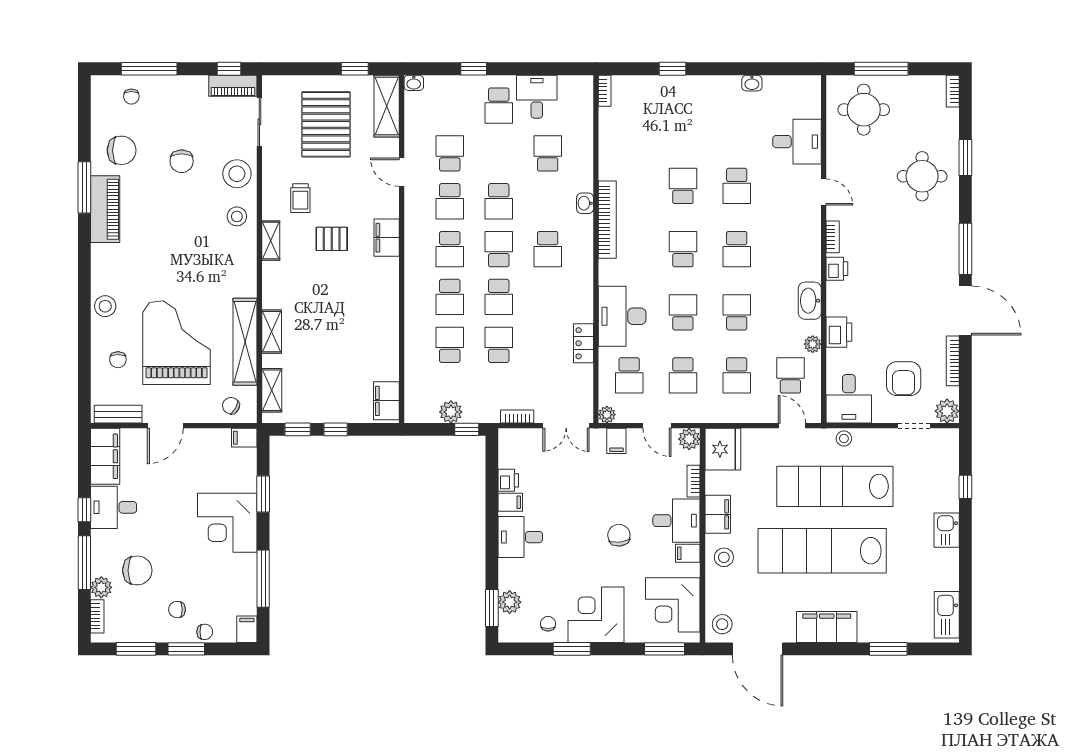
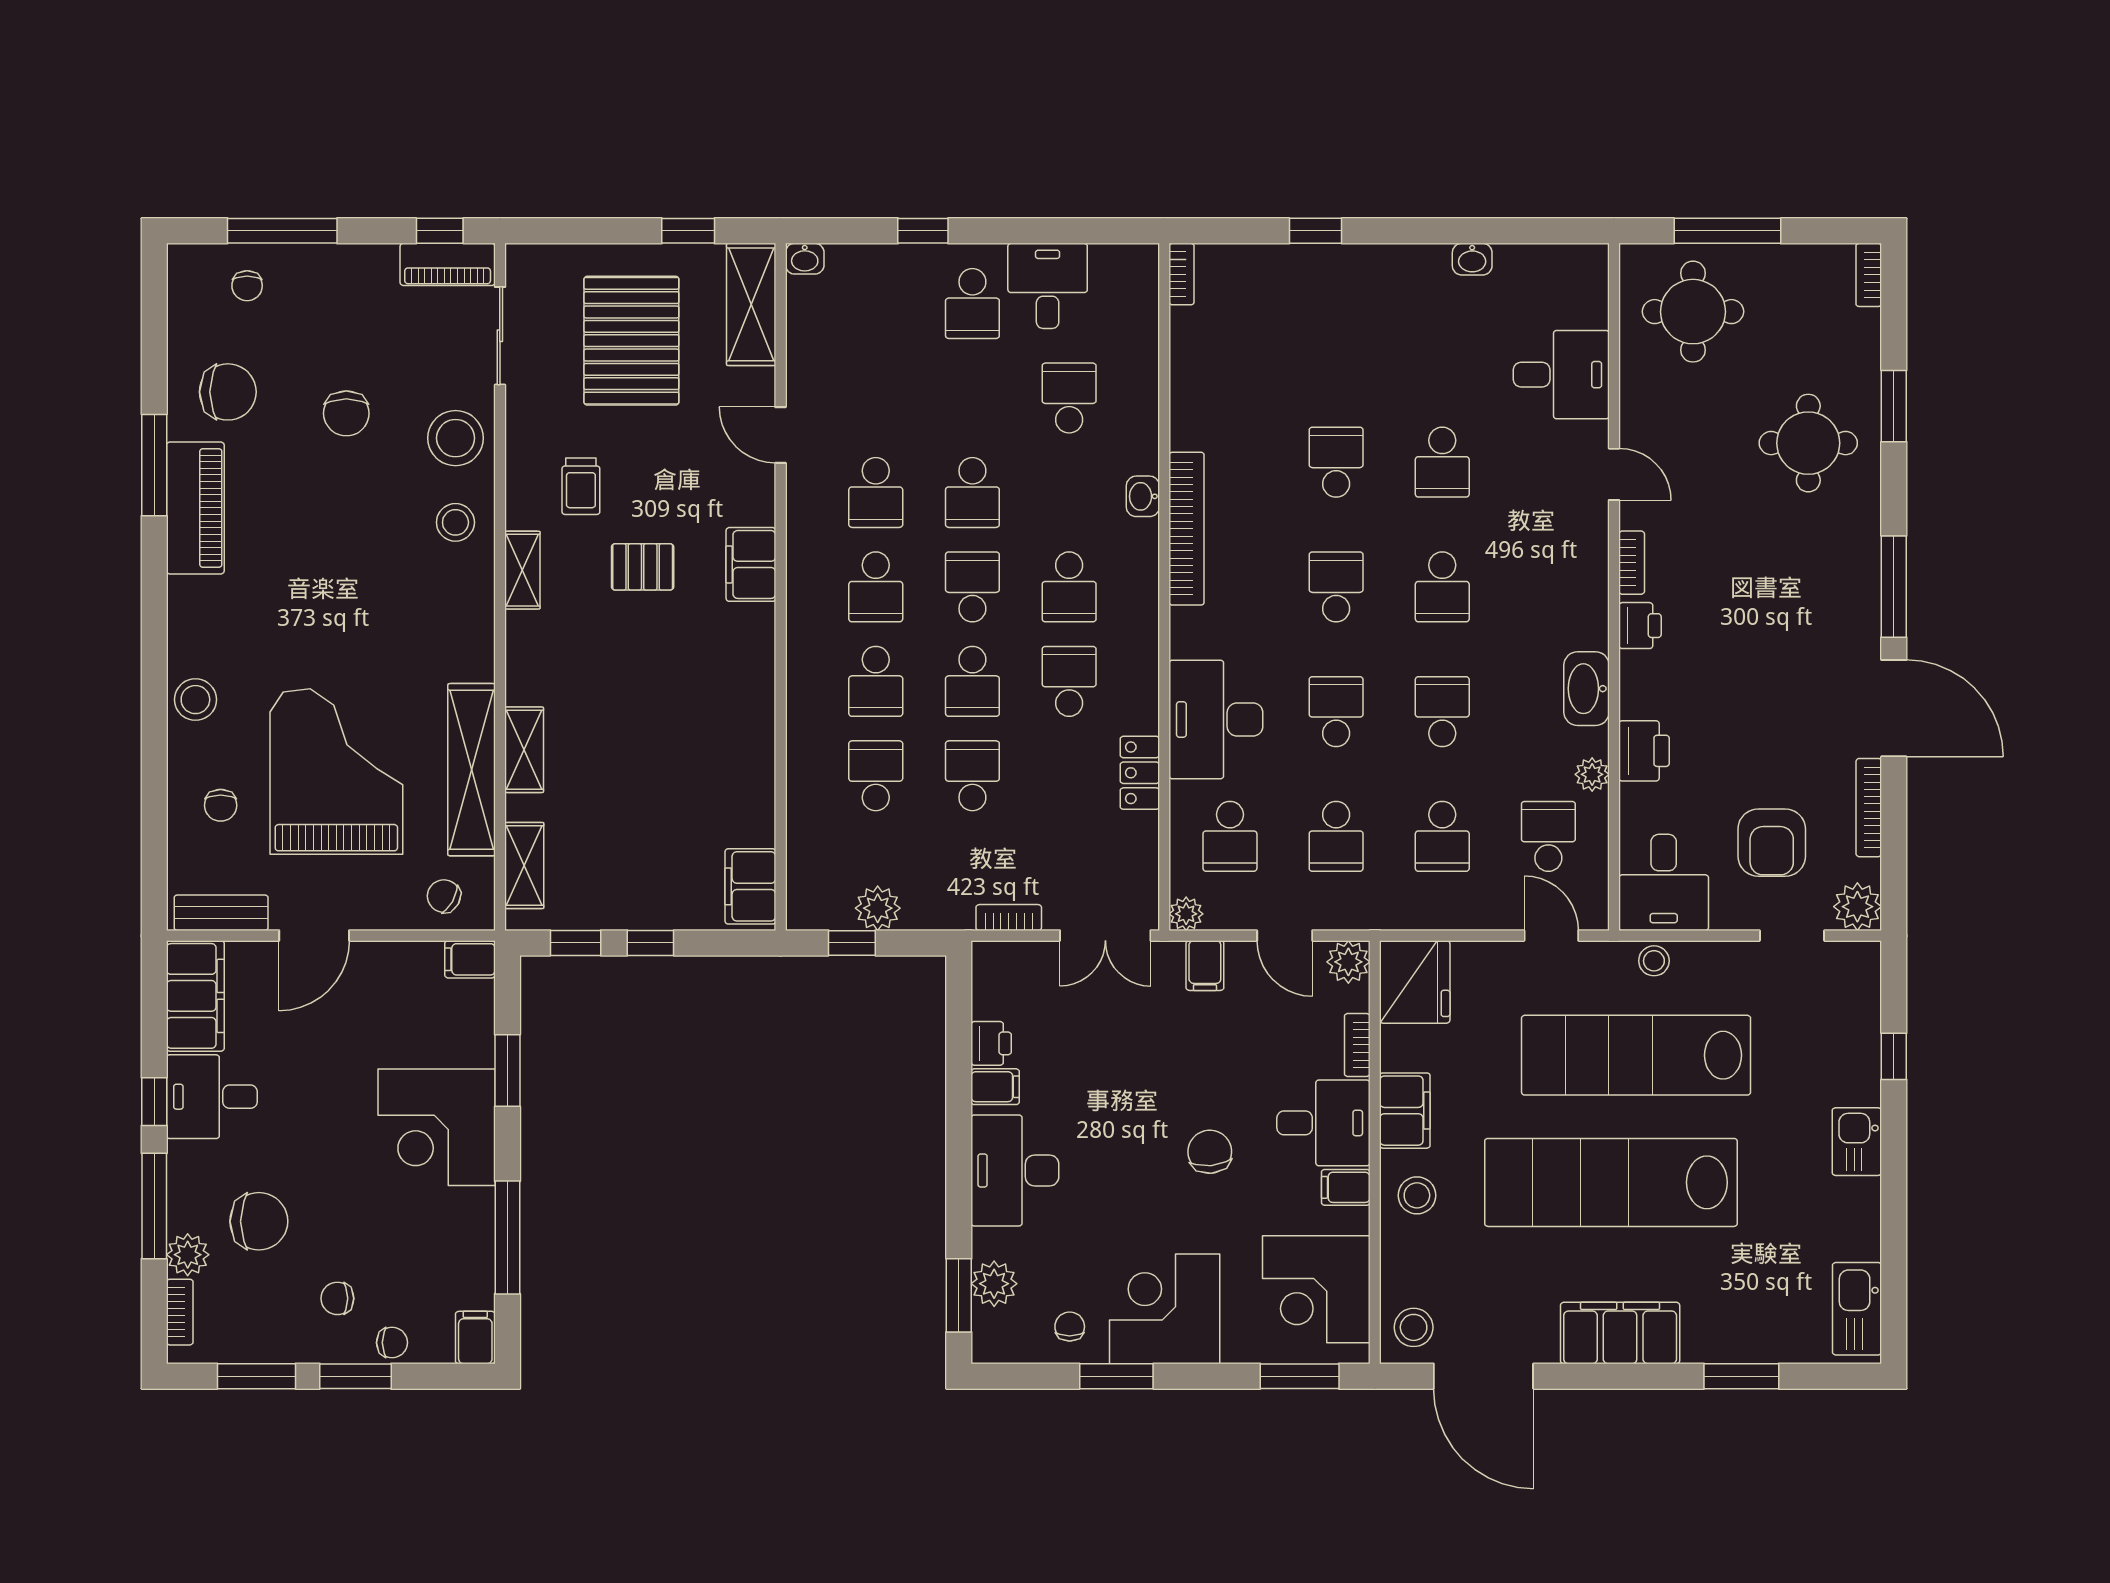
school desk: (450, 153) -> (1069, 681), moved
window: (467, 429) -> (852, 943), moved
desk: (520, 537) -> (1015, 1170), width x1.37

